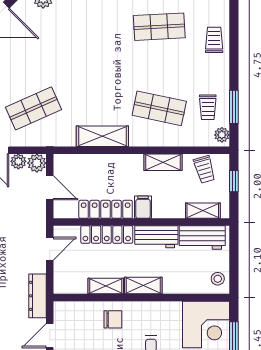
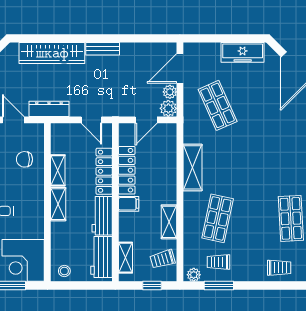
chair: (113, 319) -> (24, 159), moved, turned 90

